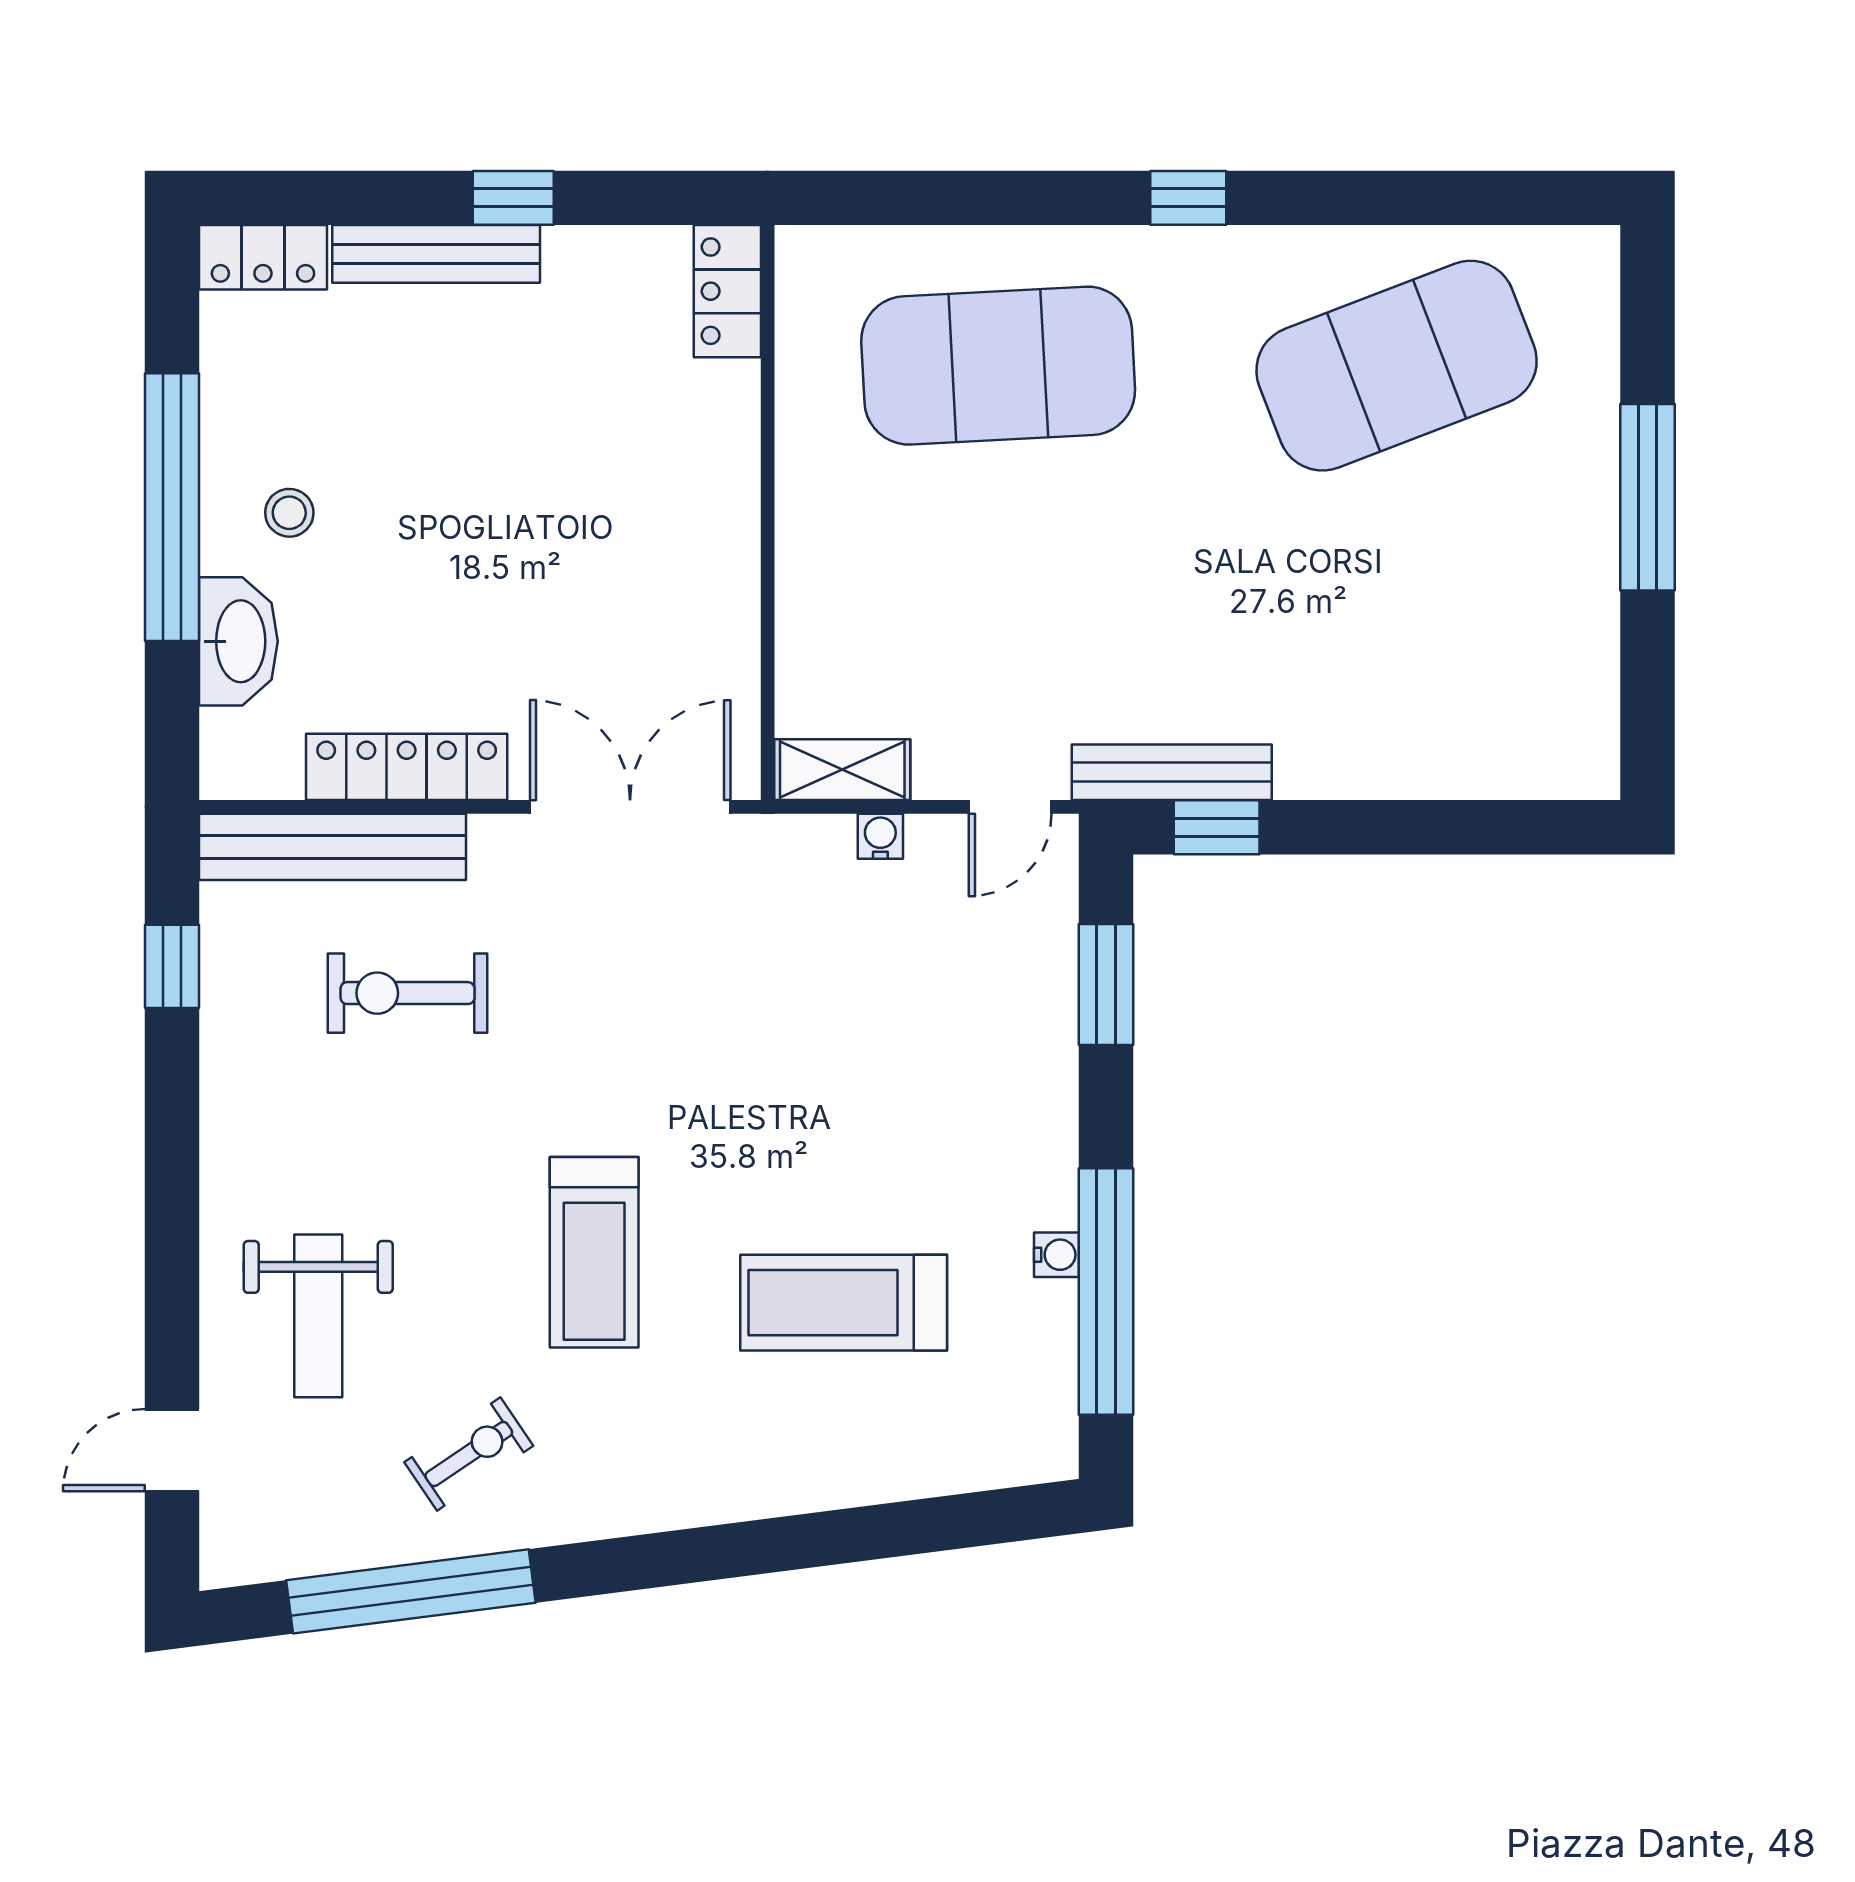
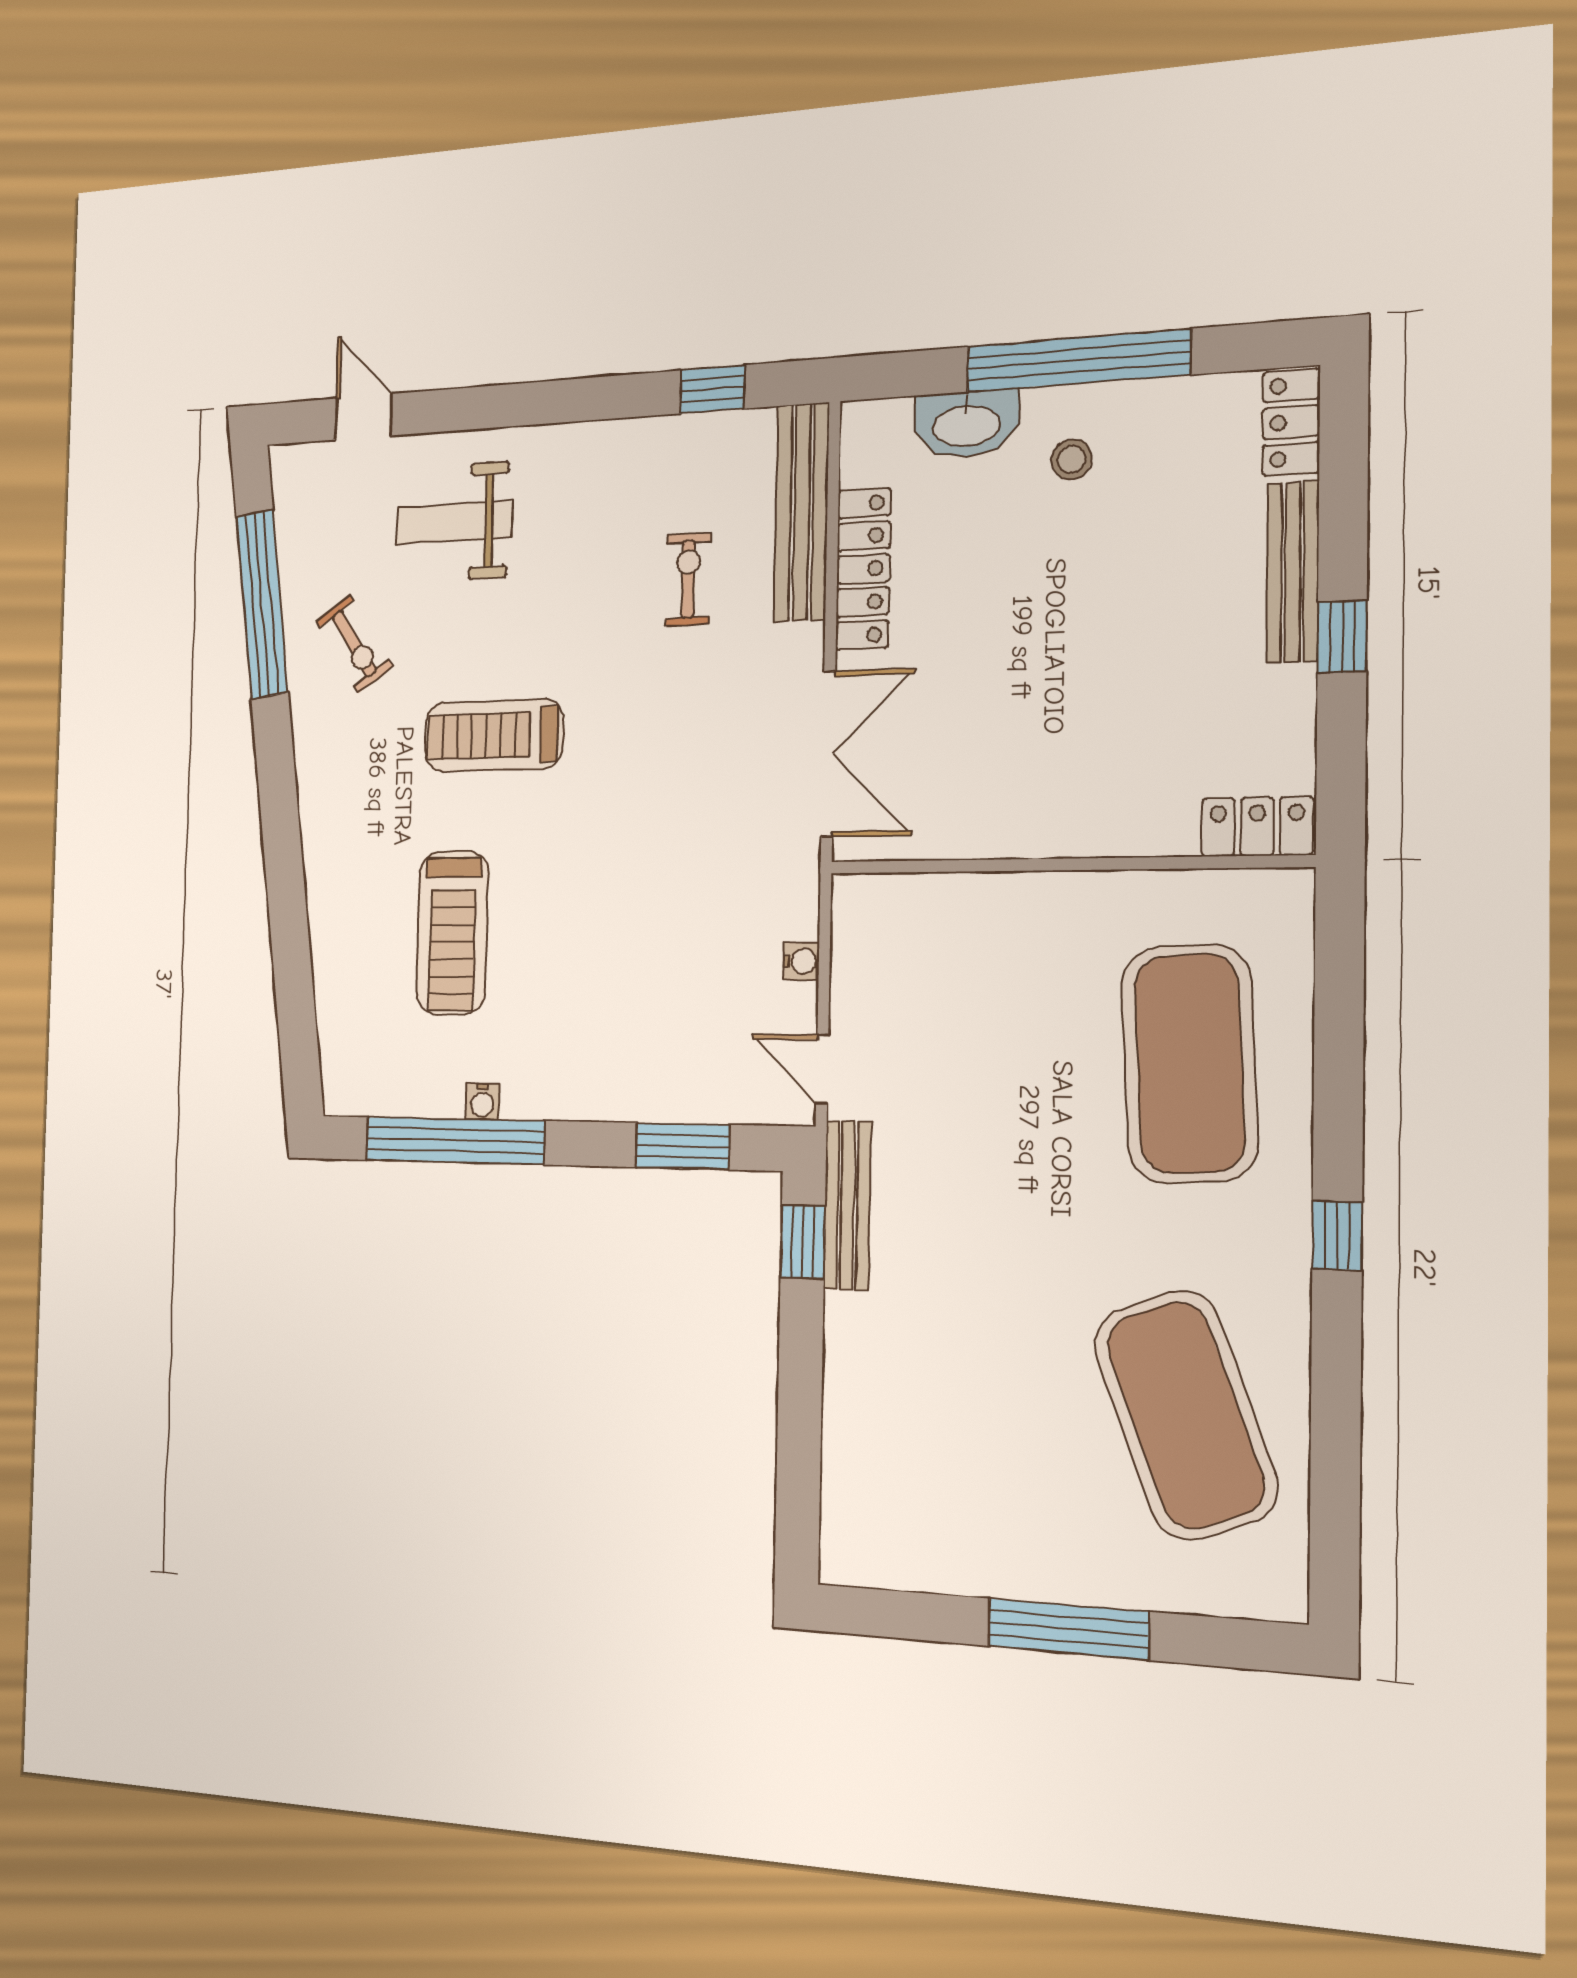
shelving: (842, 770) -> (854, 929), removed
exercise bike: (408, 993) -> (688, 579), width x0.73, depth x0.72
treadmill: (844, 1303) -> (452, 933), turned 180

